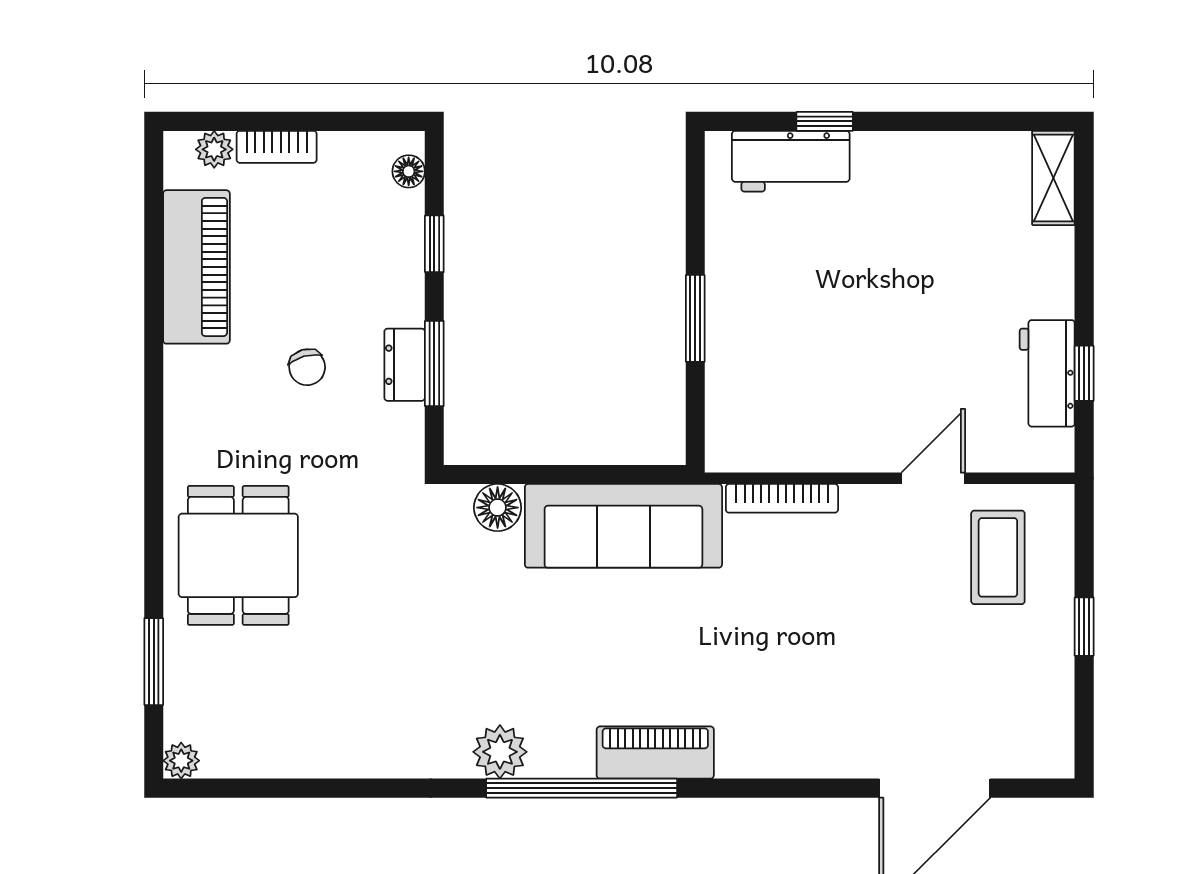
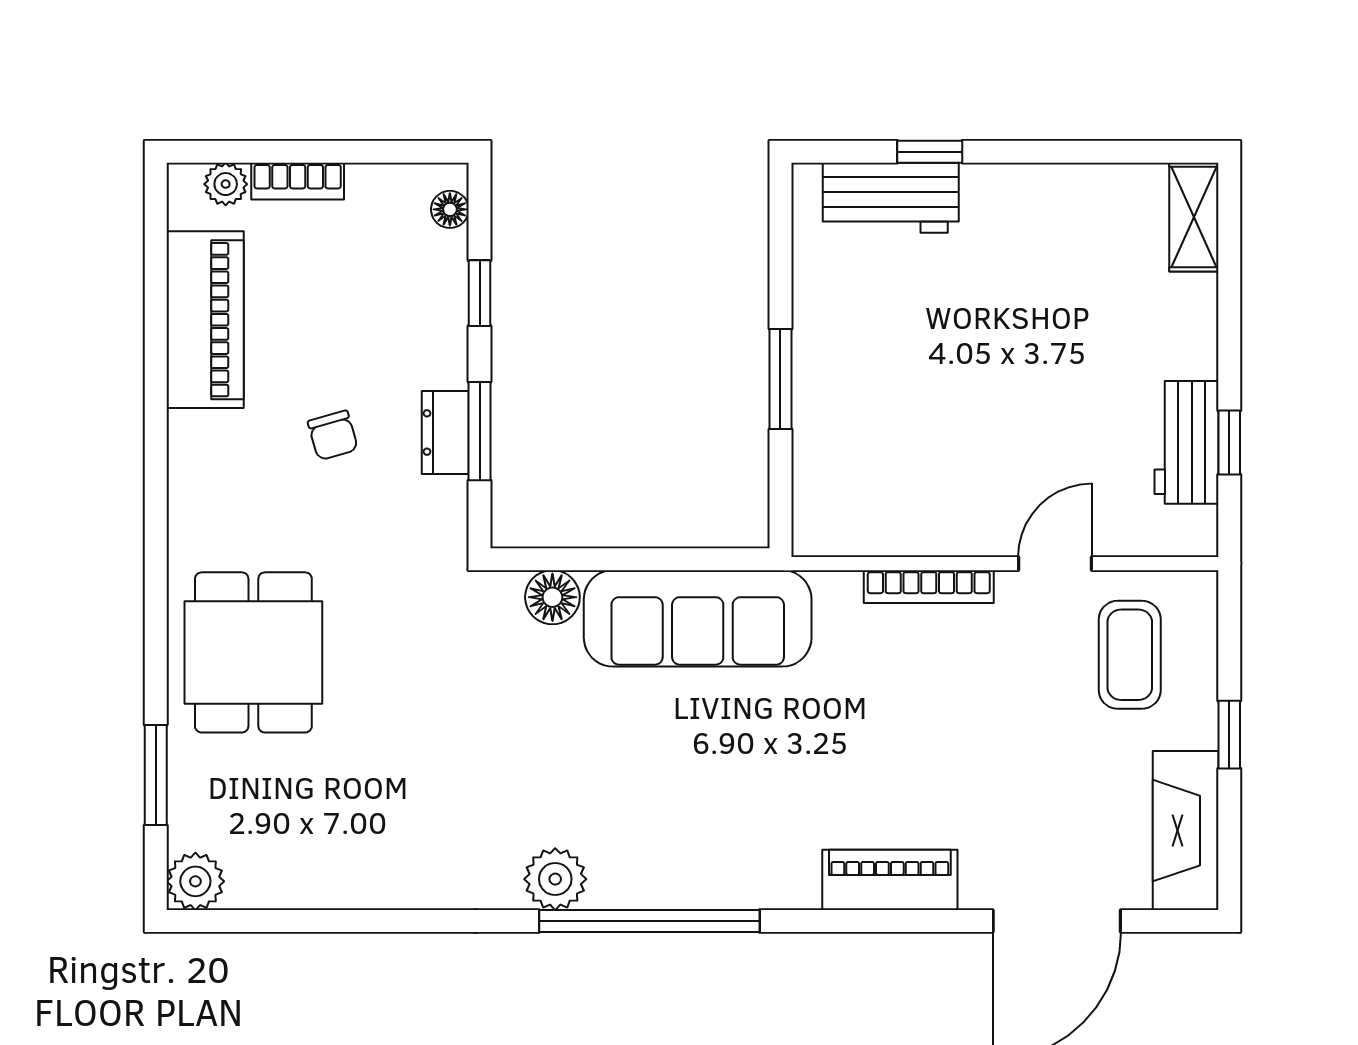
bookcase: (782, 498) -> (929, 587), moved
fireplace: (1046, 710) -> (1186, 831), added
piano: (655, 753) -> (890, 880), moved
plant: (181, 761) -> (195, 881), width x1.38, depth x1.38

